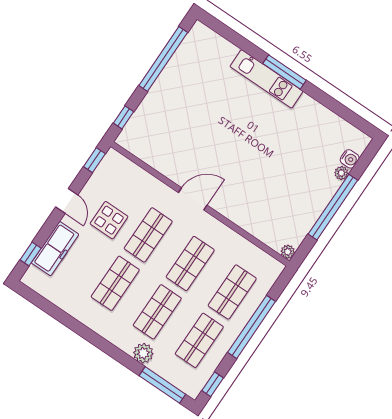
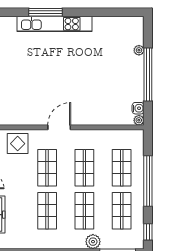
window: (284, 72) -> (45, 12), moved
kitchen unit: (266, 79) -> (55, 24), width x1.36
water cooler: (350, 159) -> (138, 108), moved
display table: (109, 220) -> (18, 144), moved

